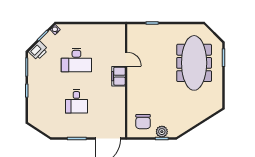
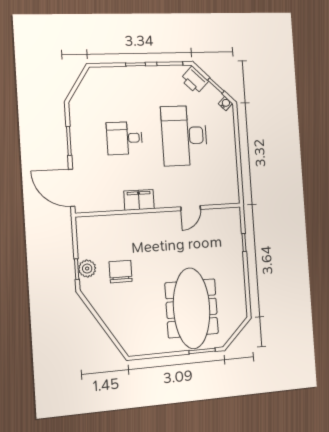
desk: (76, 60) -> (184, 136), width x1.36, depth x1.30
meeting table: (194, 63) -> (192, 308), turned 90
filing cabinet: (118, 76) -> (139, 200), moved
chair: (143, 122) -> (121, 272), moved, turned 90

